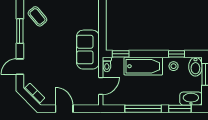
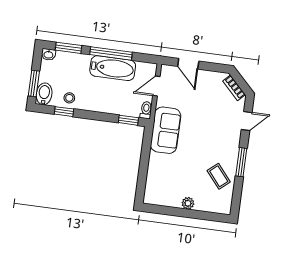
bathtub: (143, 66) -> (113, 68), moved, turned 180
washbasin: (191, 99) -> (48, 54), width x0.52, depth x0.69
door: (64, 109) -> (188, 64), moved

